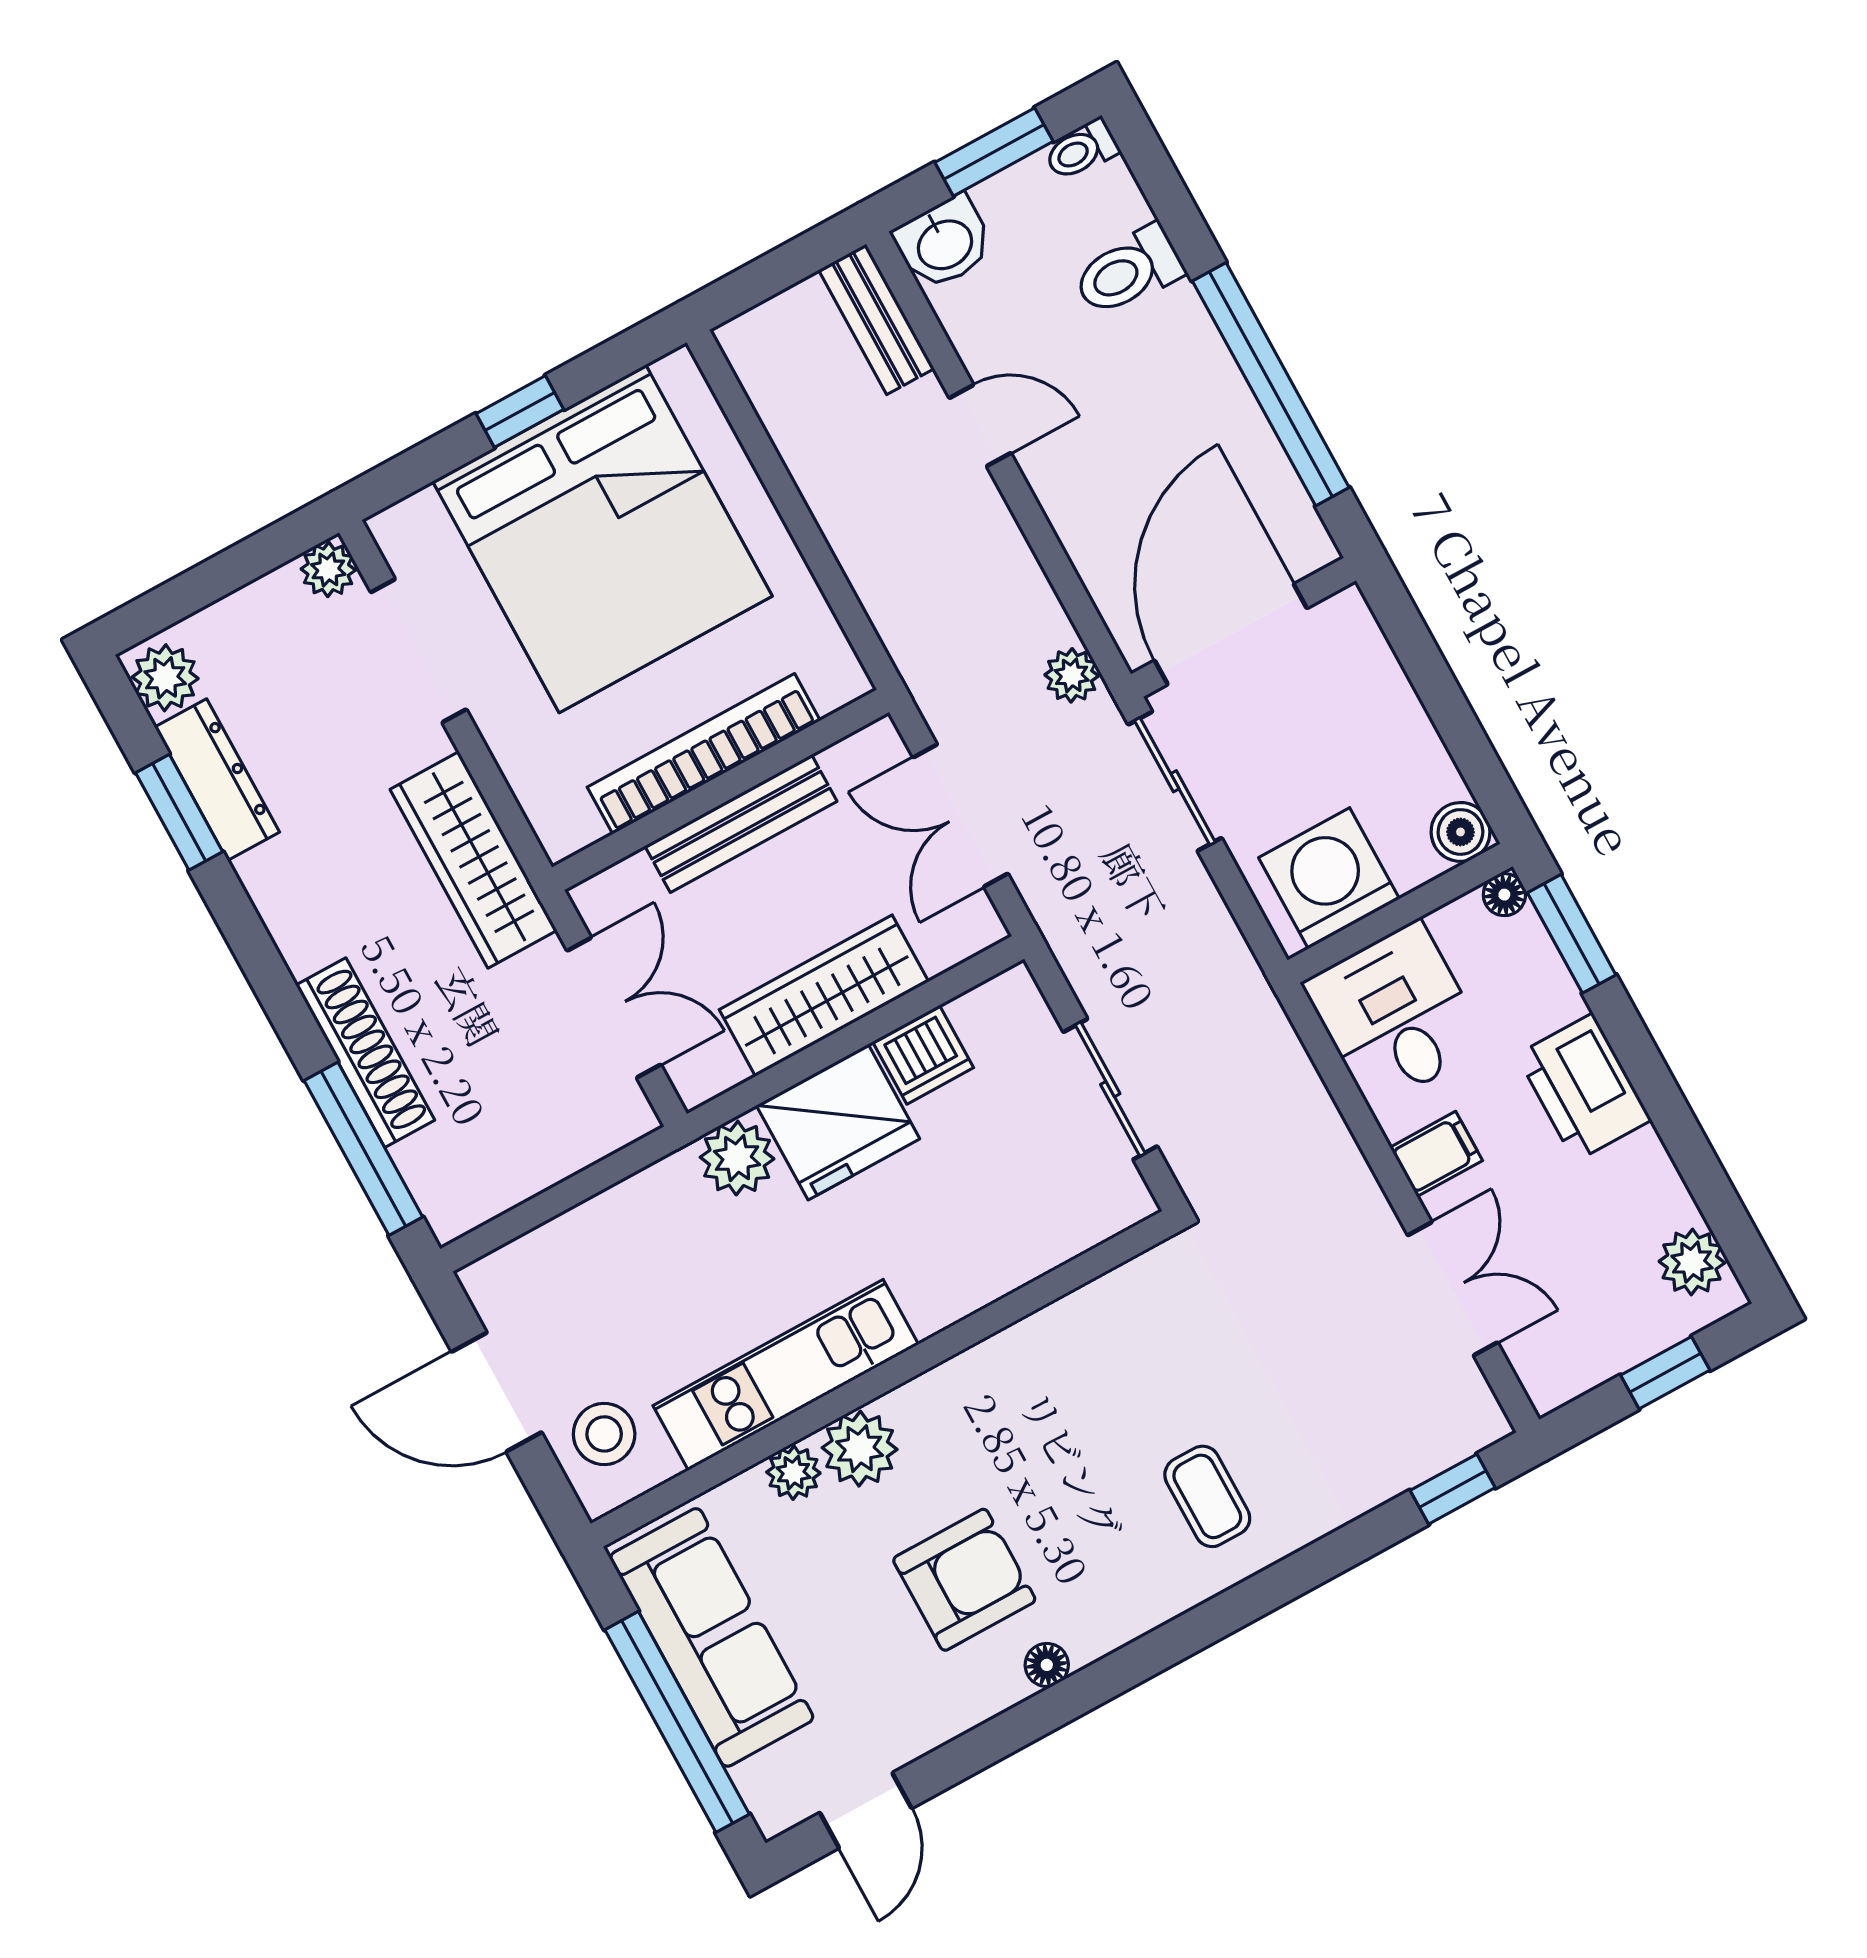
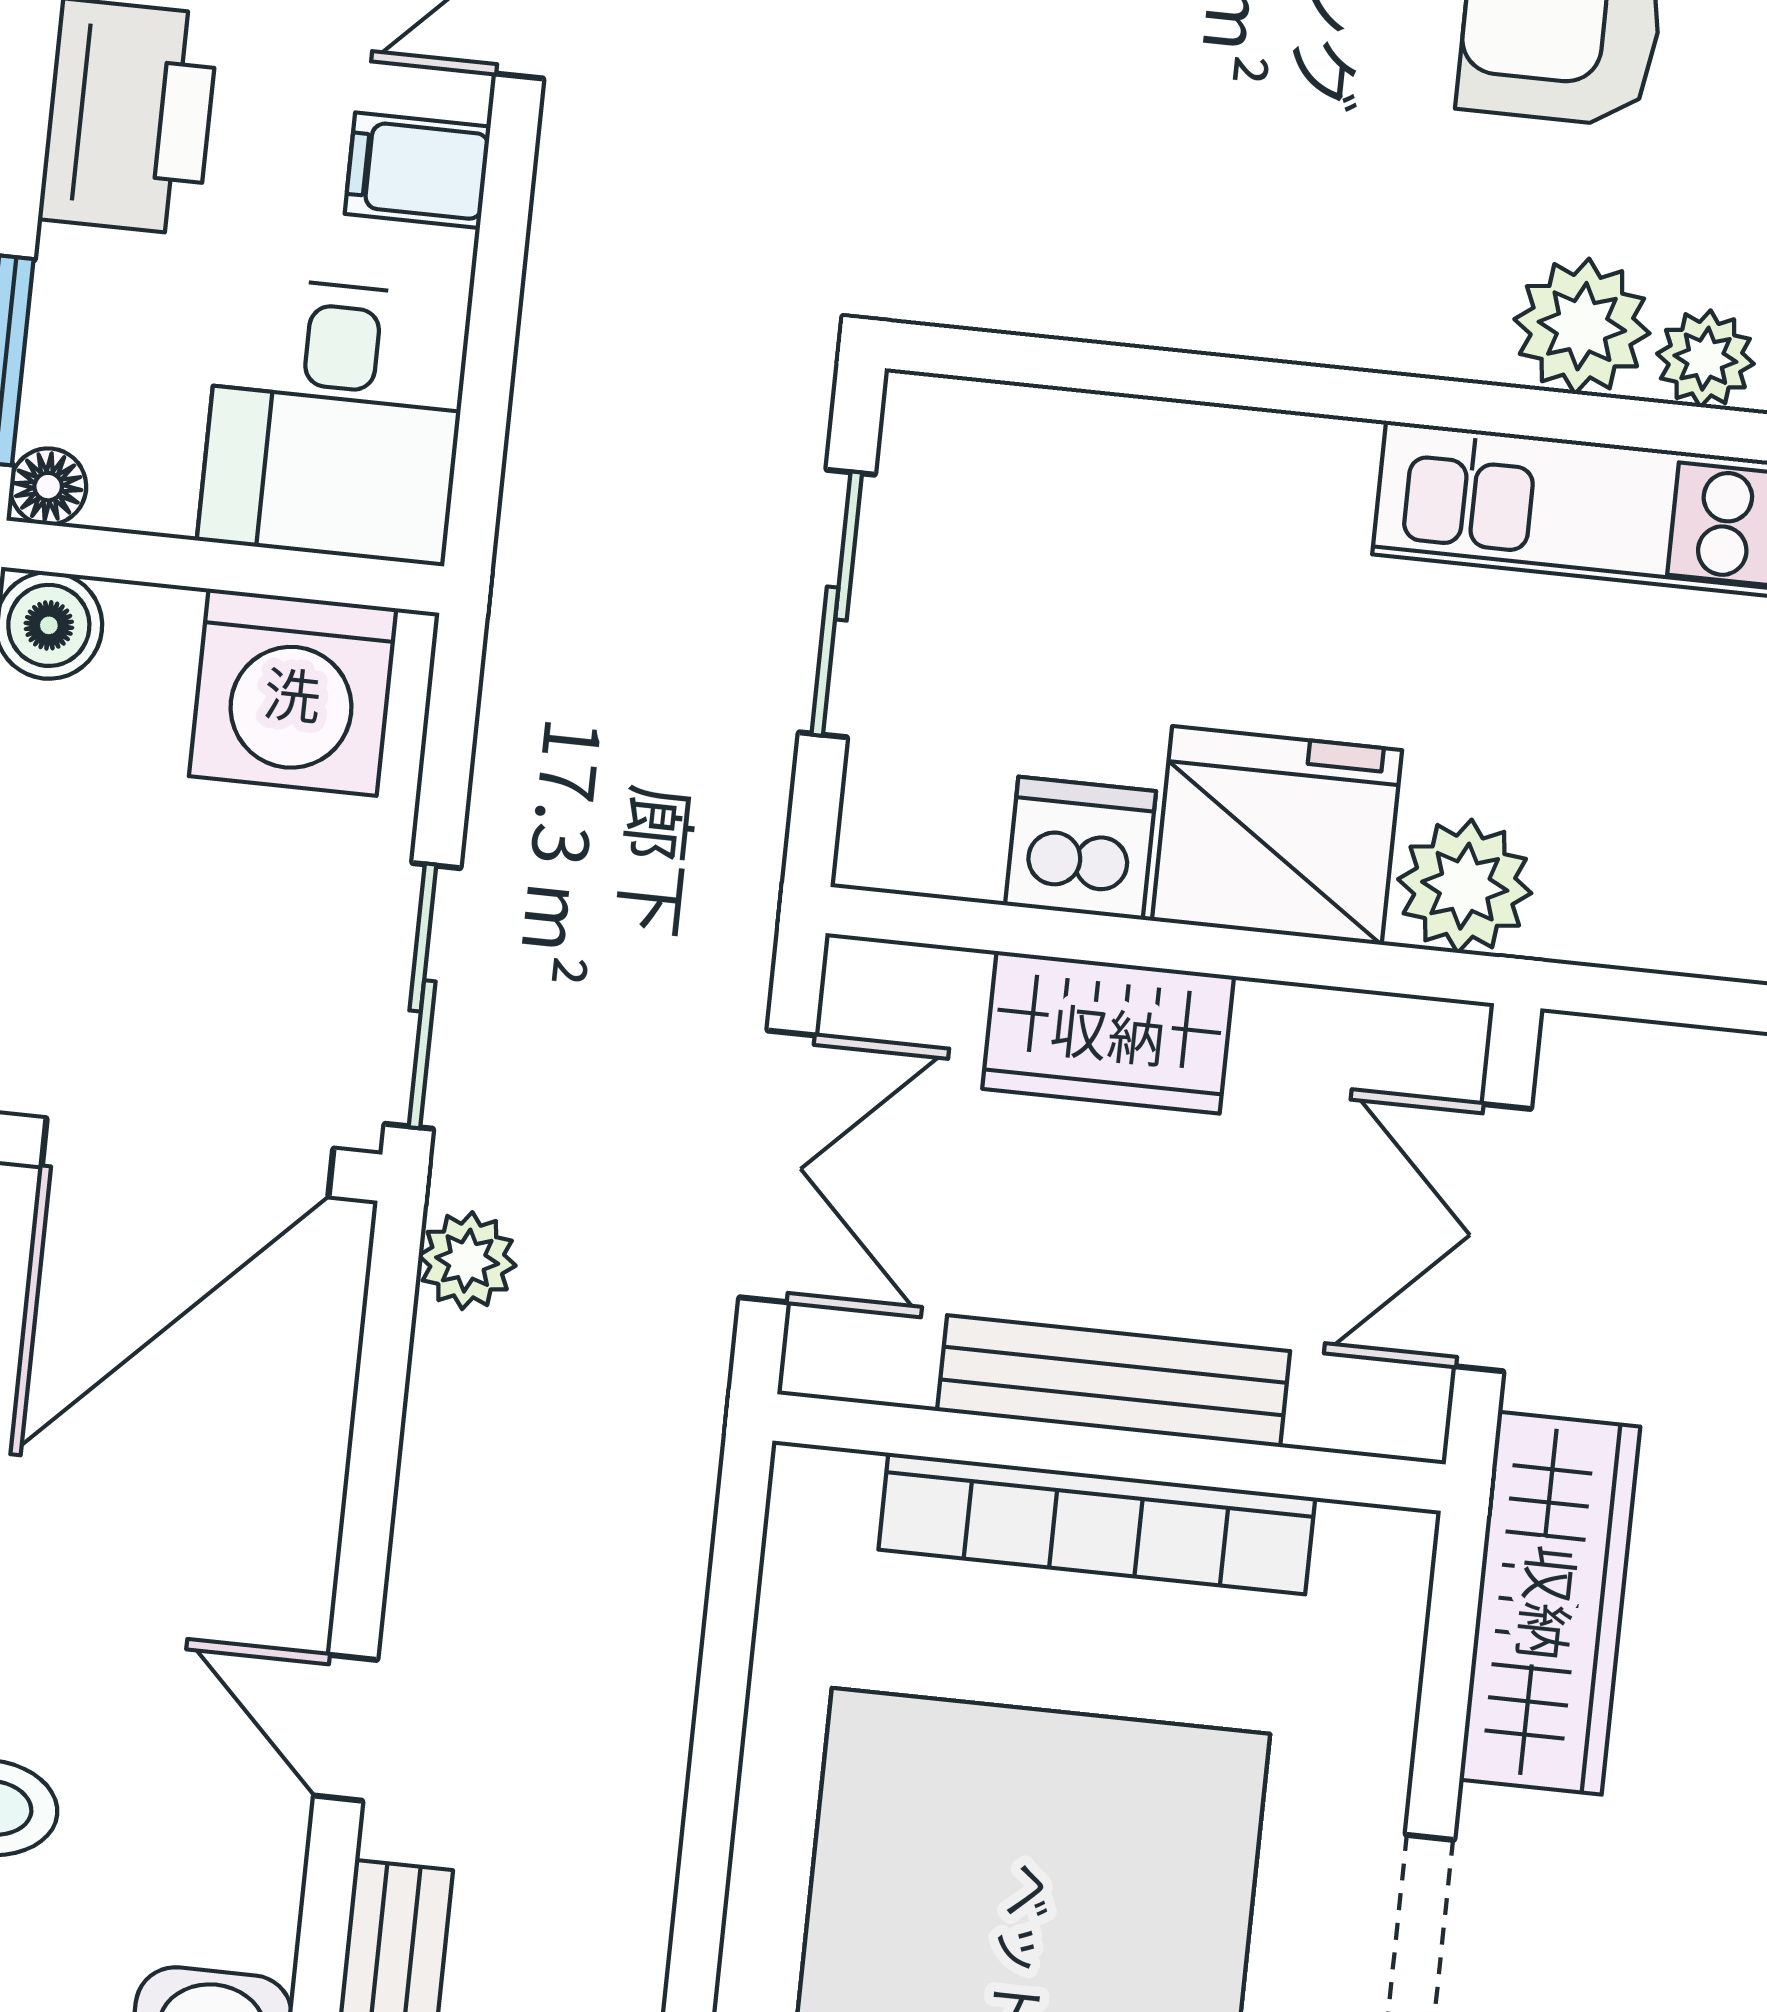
wardrobe: (824, 996) -> (1108, 1032), width x0.67

